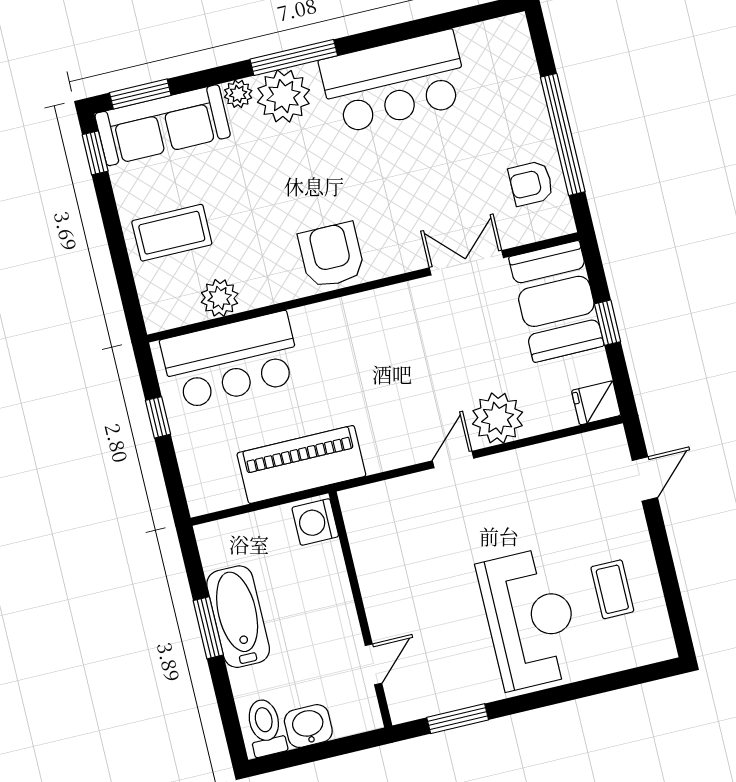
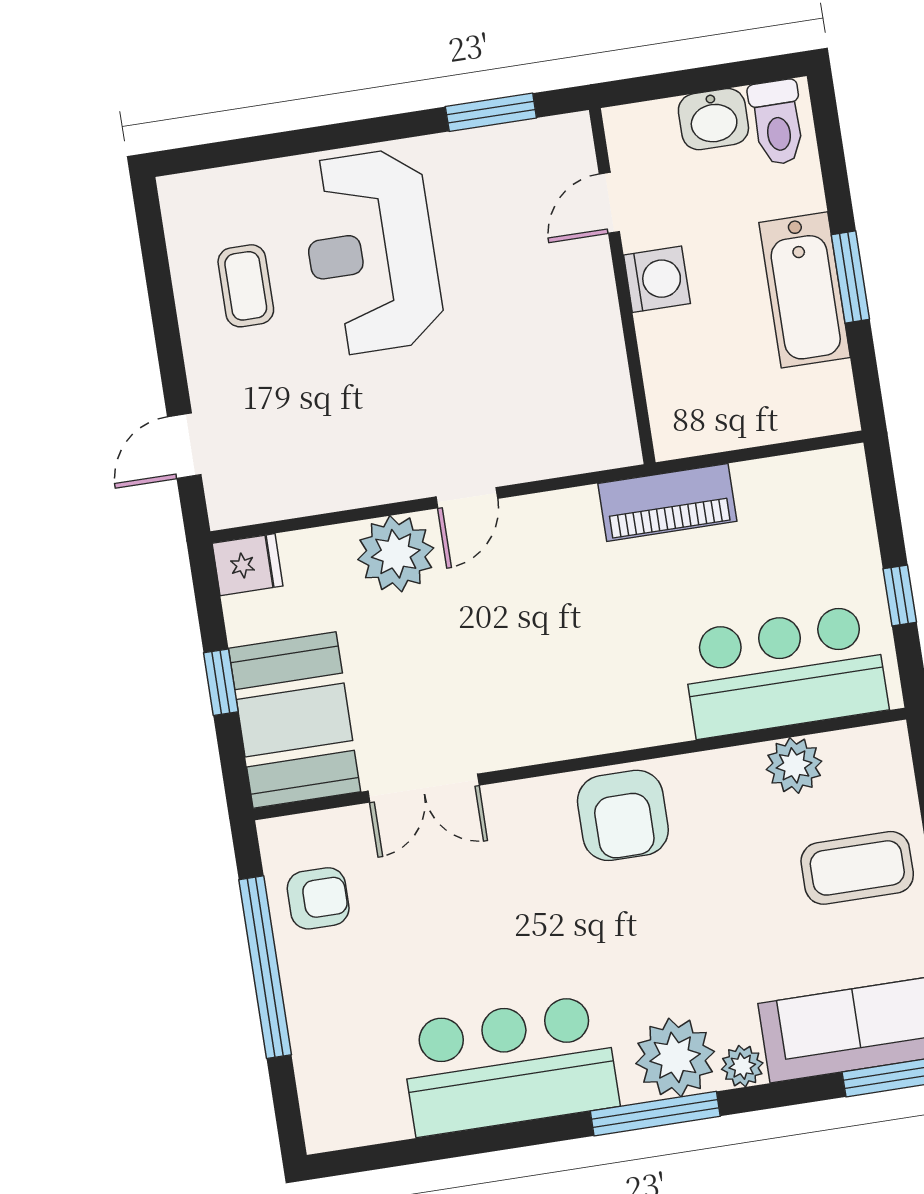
piano: (301, 464) -> (667, 502), width x0.73, depth x0.75
washing machine: (315, 522) -> (657, 279), moved

